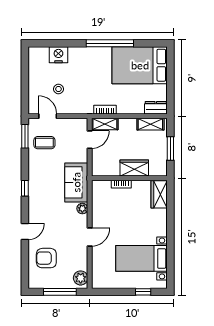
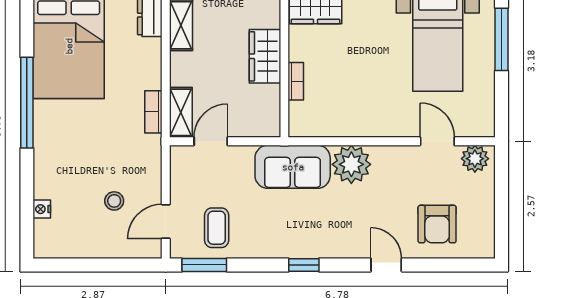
nightstand: (58, 55) -> (42, 209), width x0.53, depth x0.56
door: (90, 140) -> (211, 141), hinge flipped
plant: (82, 209) -> (351, 164), width x1.88, depth x1.88
door: (90, 237) -> (437, 141), moved
window: (60, 292) -> (502, 198), removed
window: (143, 292) -> (502, 39), width x2.17

